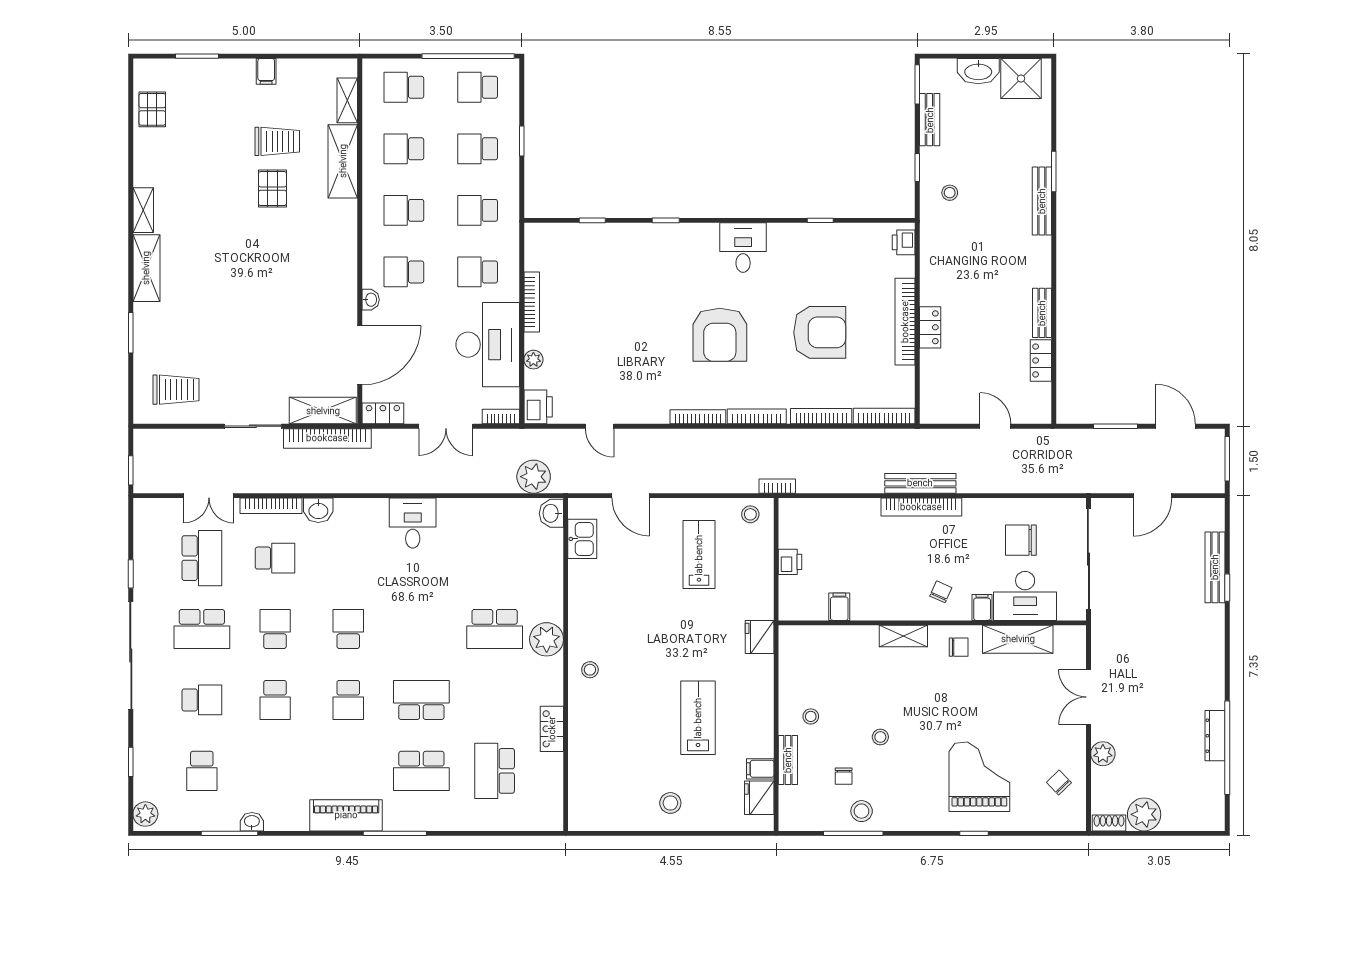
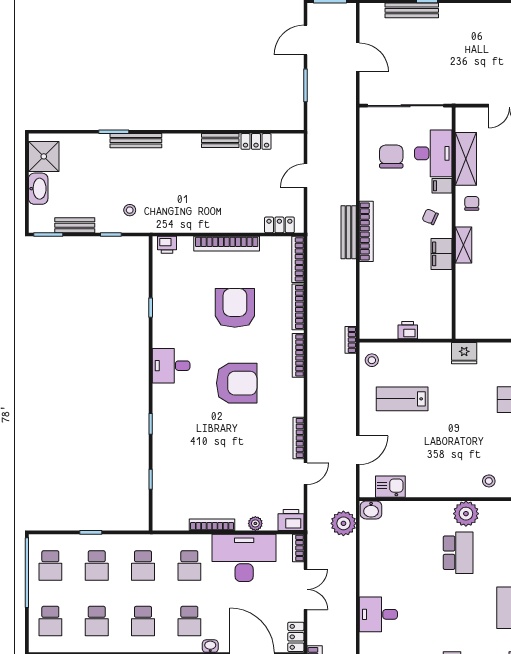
locker: (930, 327) -> (279, 225), moved
bookcase: (698, 417) -> (298, 438), moved
chair: (1021, 540) -> (391, 157), turned 180
filing cabinet: (839, 607) -> (441, 254), moved, width x2.00

